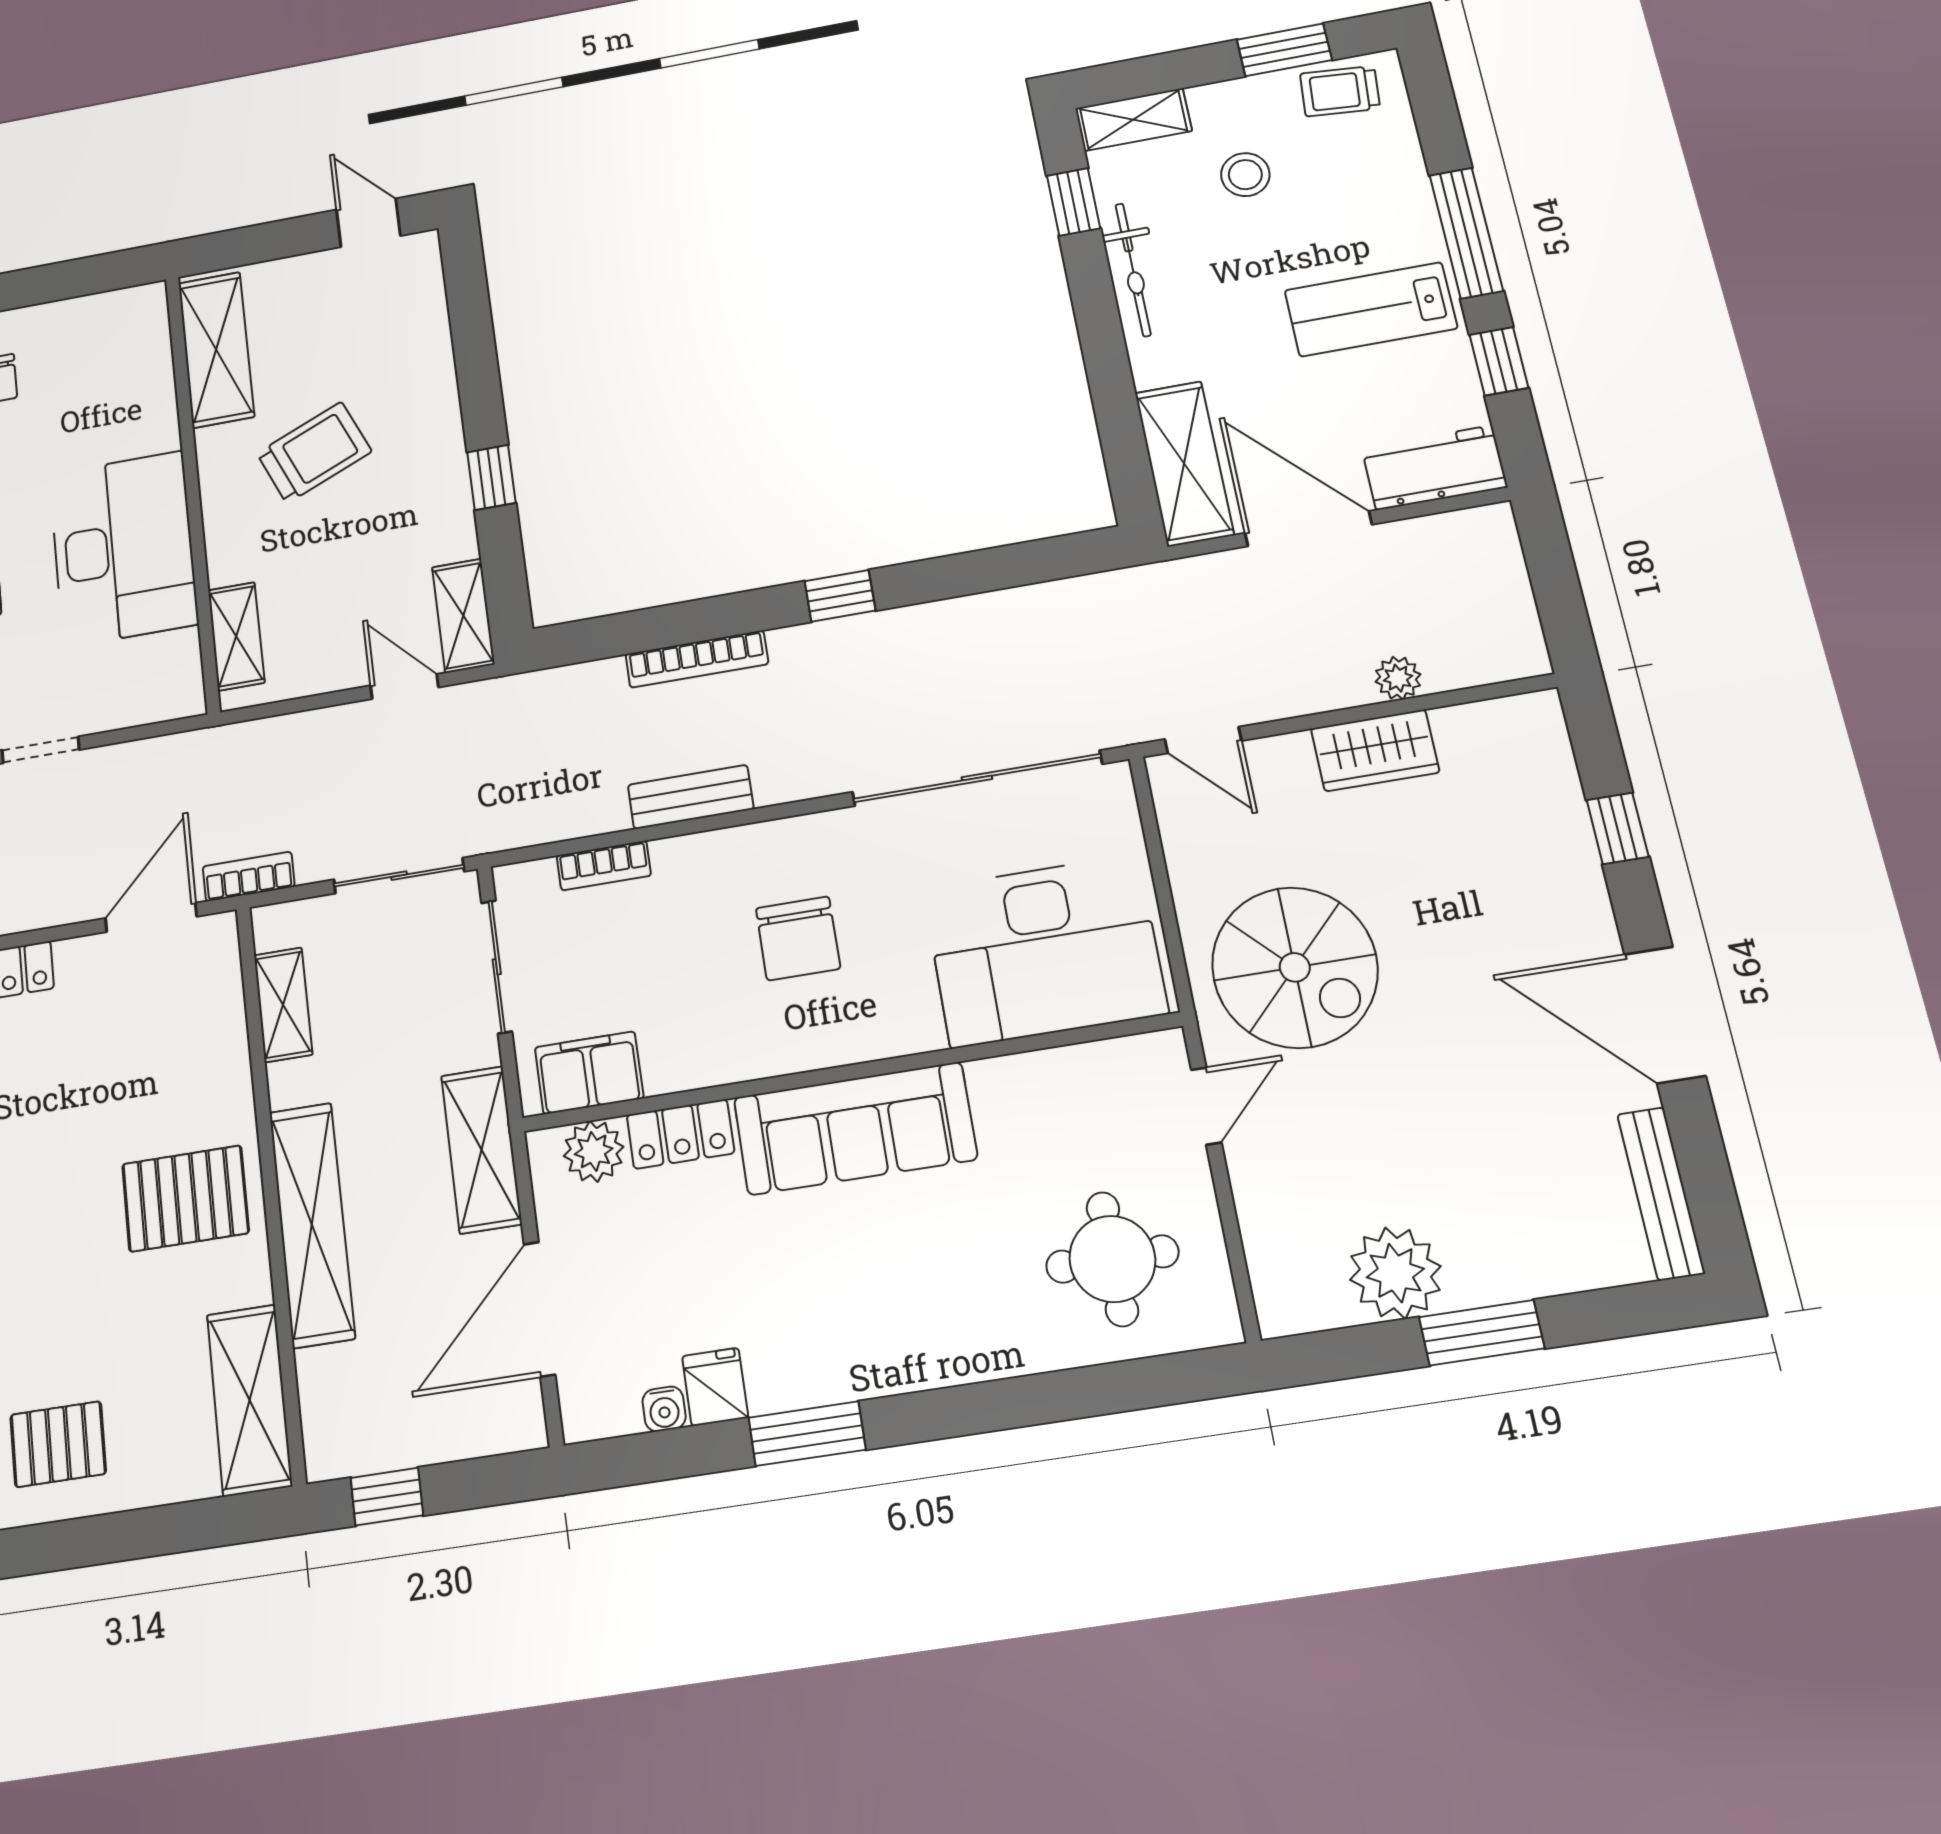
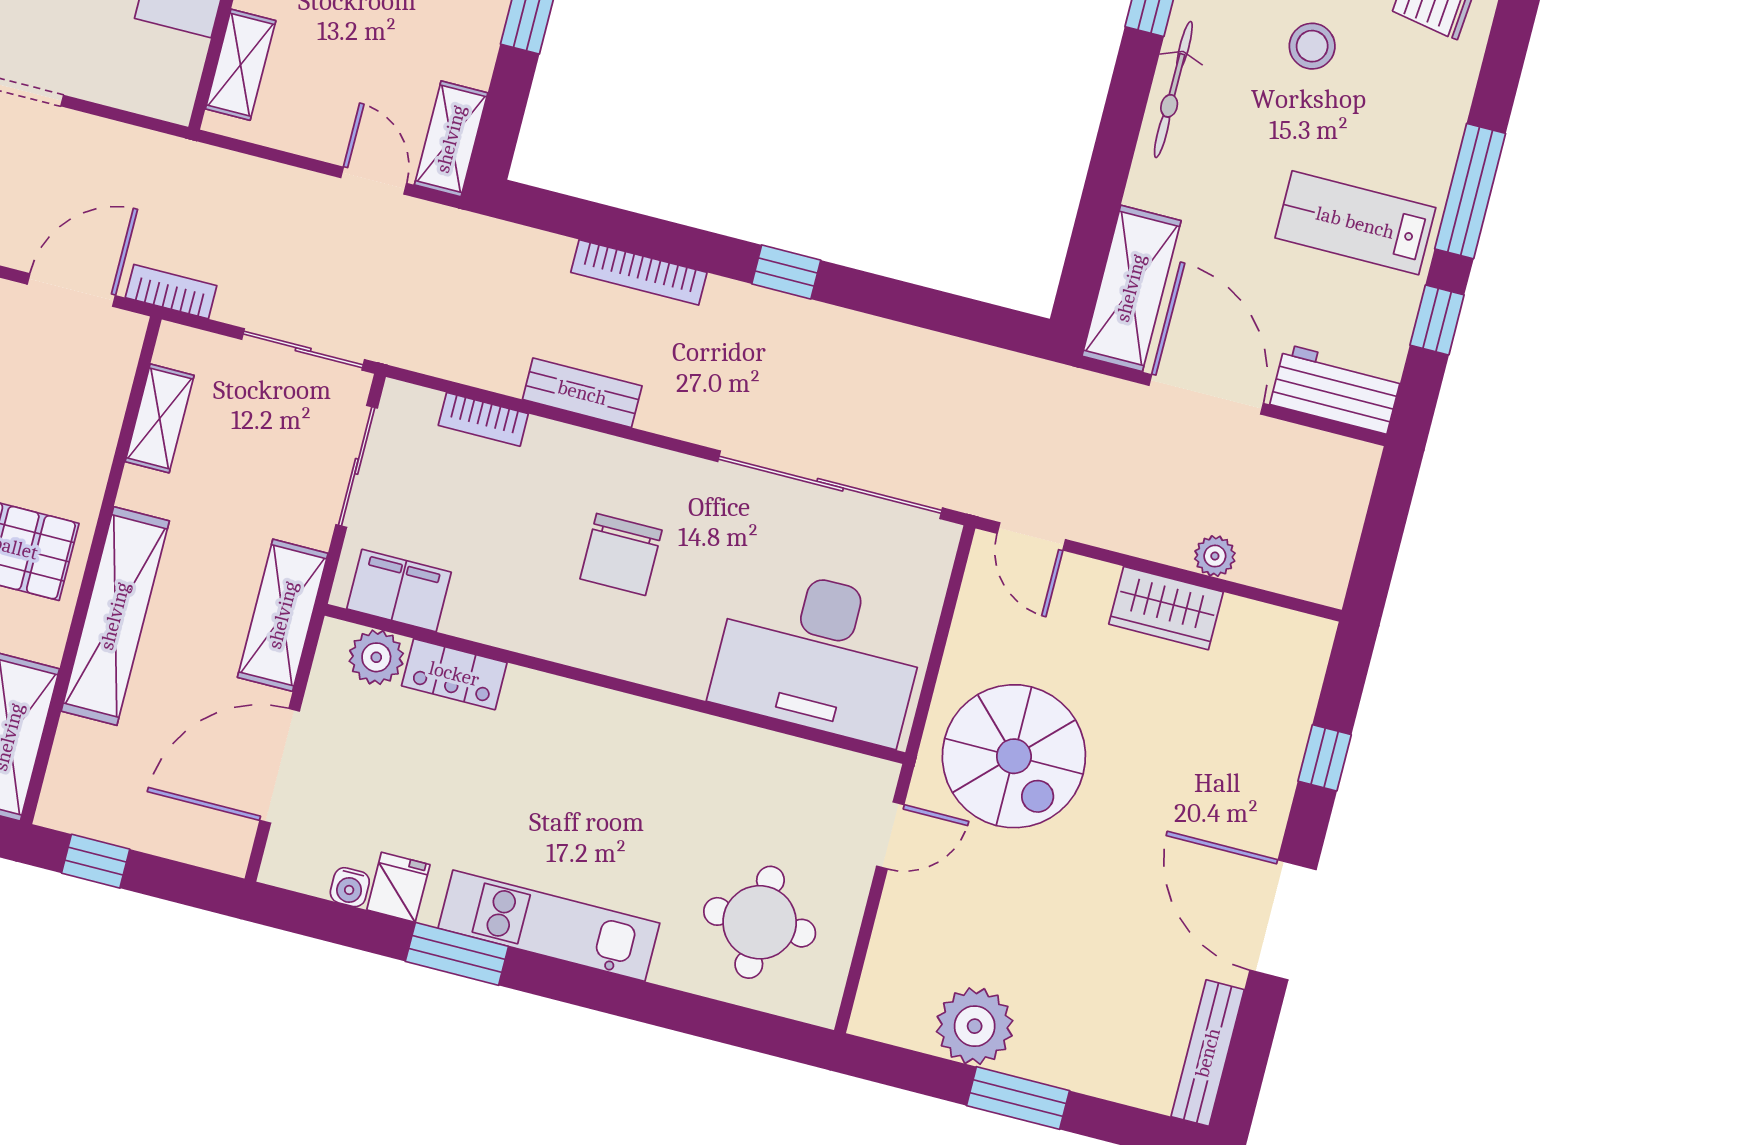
sofa: (855, 1128) -> (600, 731), removed
kitchen unit: (891, 1360) -> (549, 926), added

